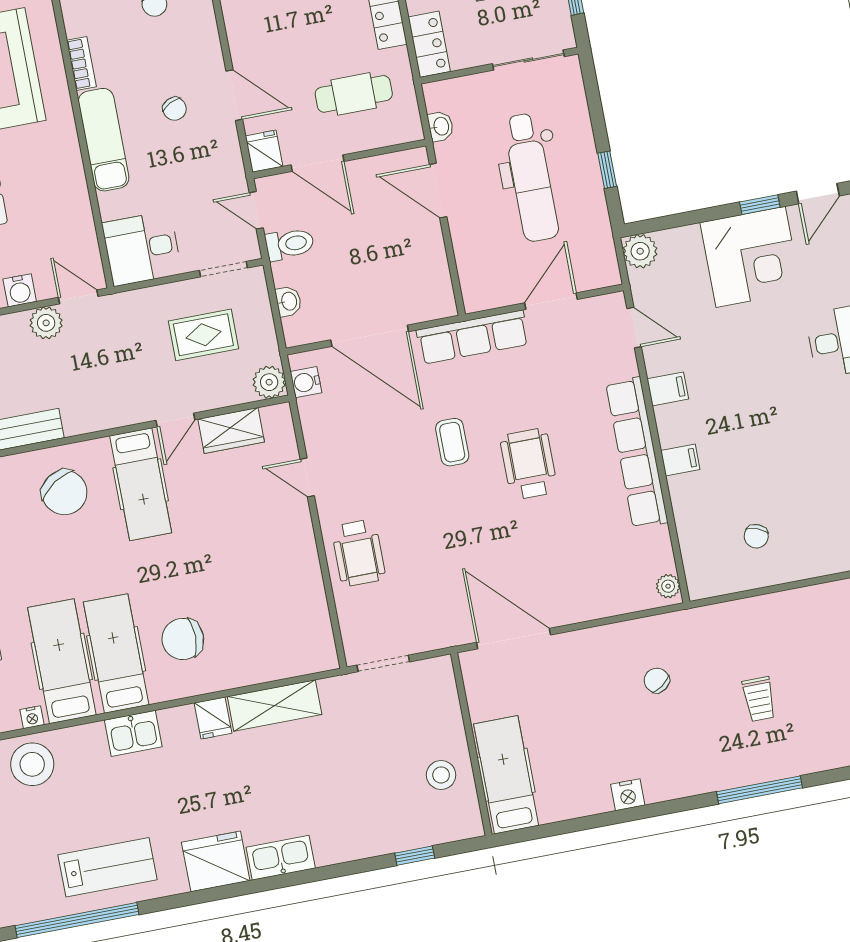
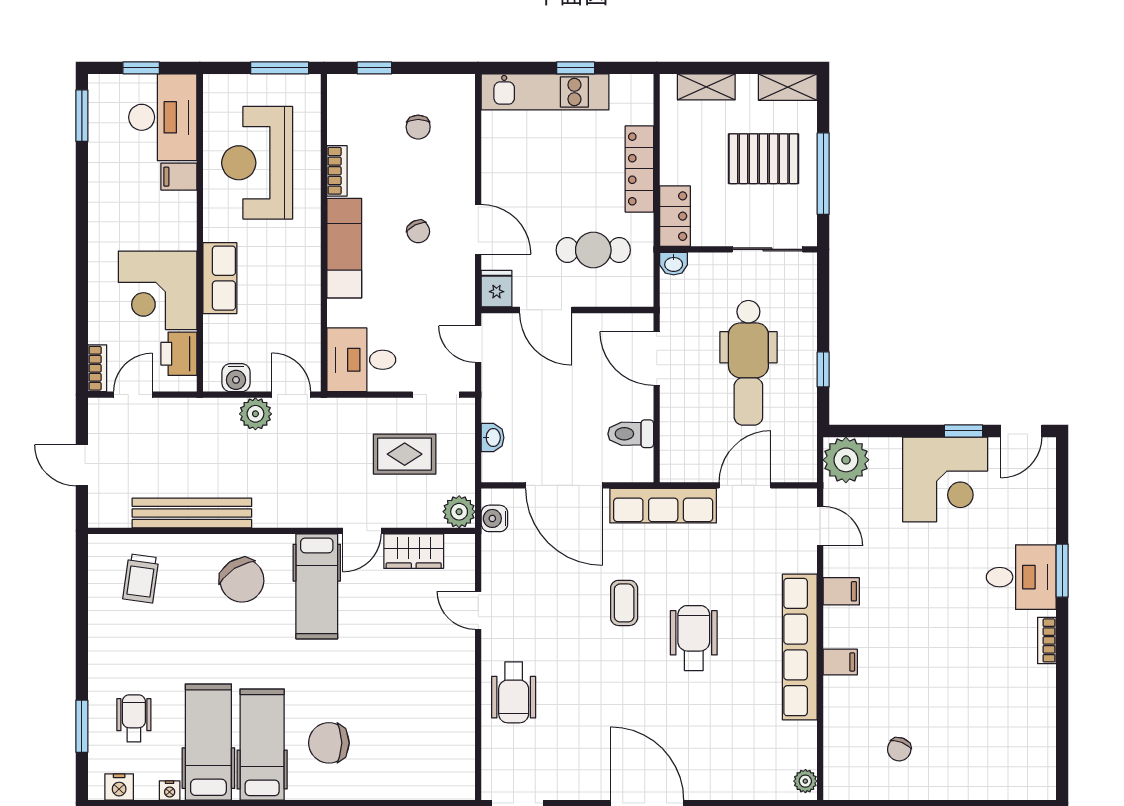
washbasin: (441, 126) -> (674, 264), moved, turned 90
toilet: (290, 244) -> (631, 434), moved, turned 180
plant: (640, 251) -> (846, 460), width x1.36, depth x1.36

